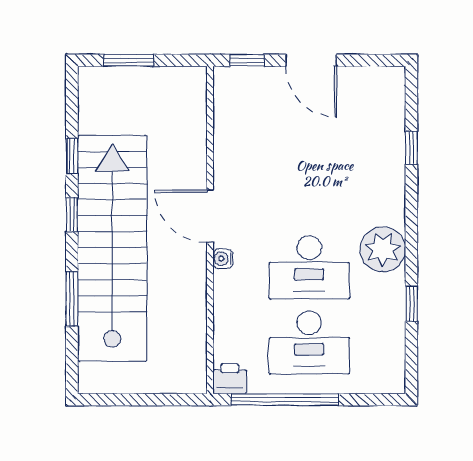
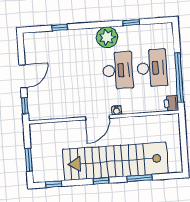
window: (72, 156) -> (54, 184), moved

